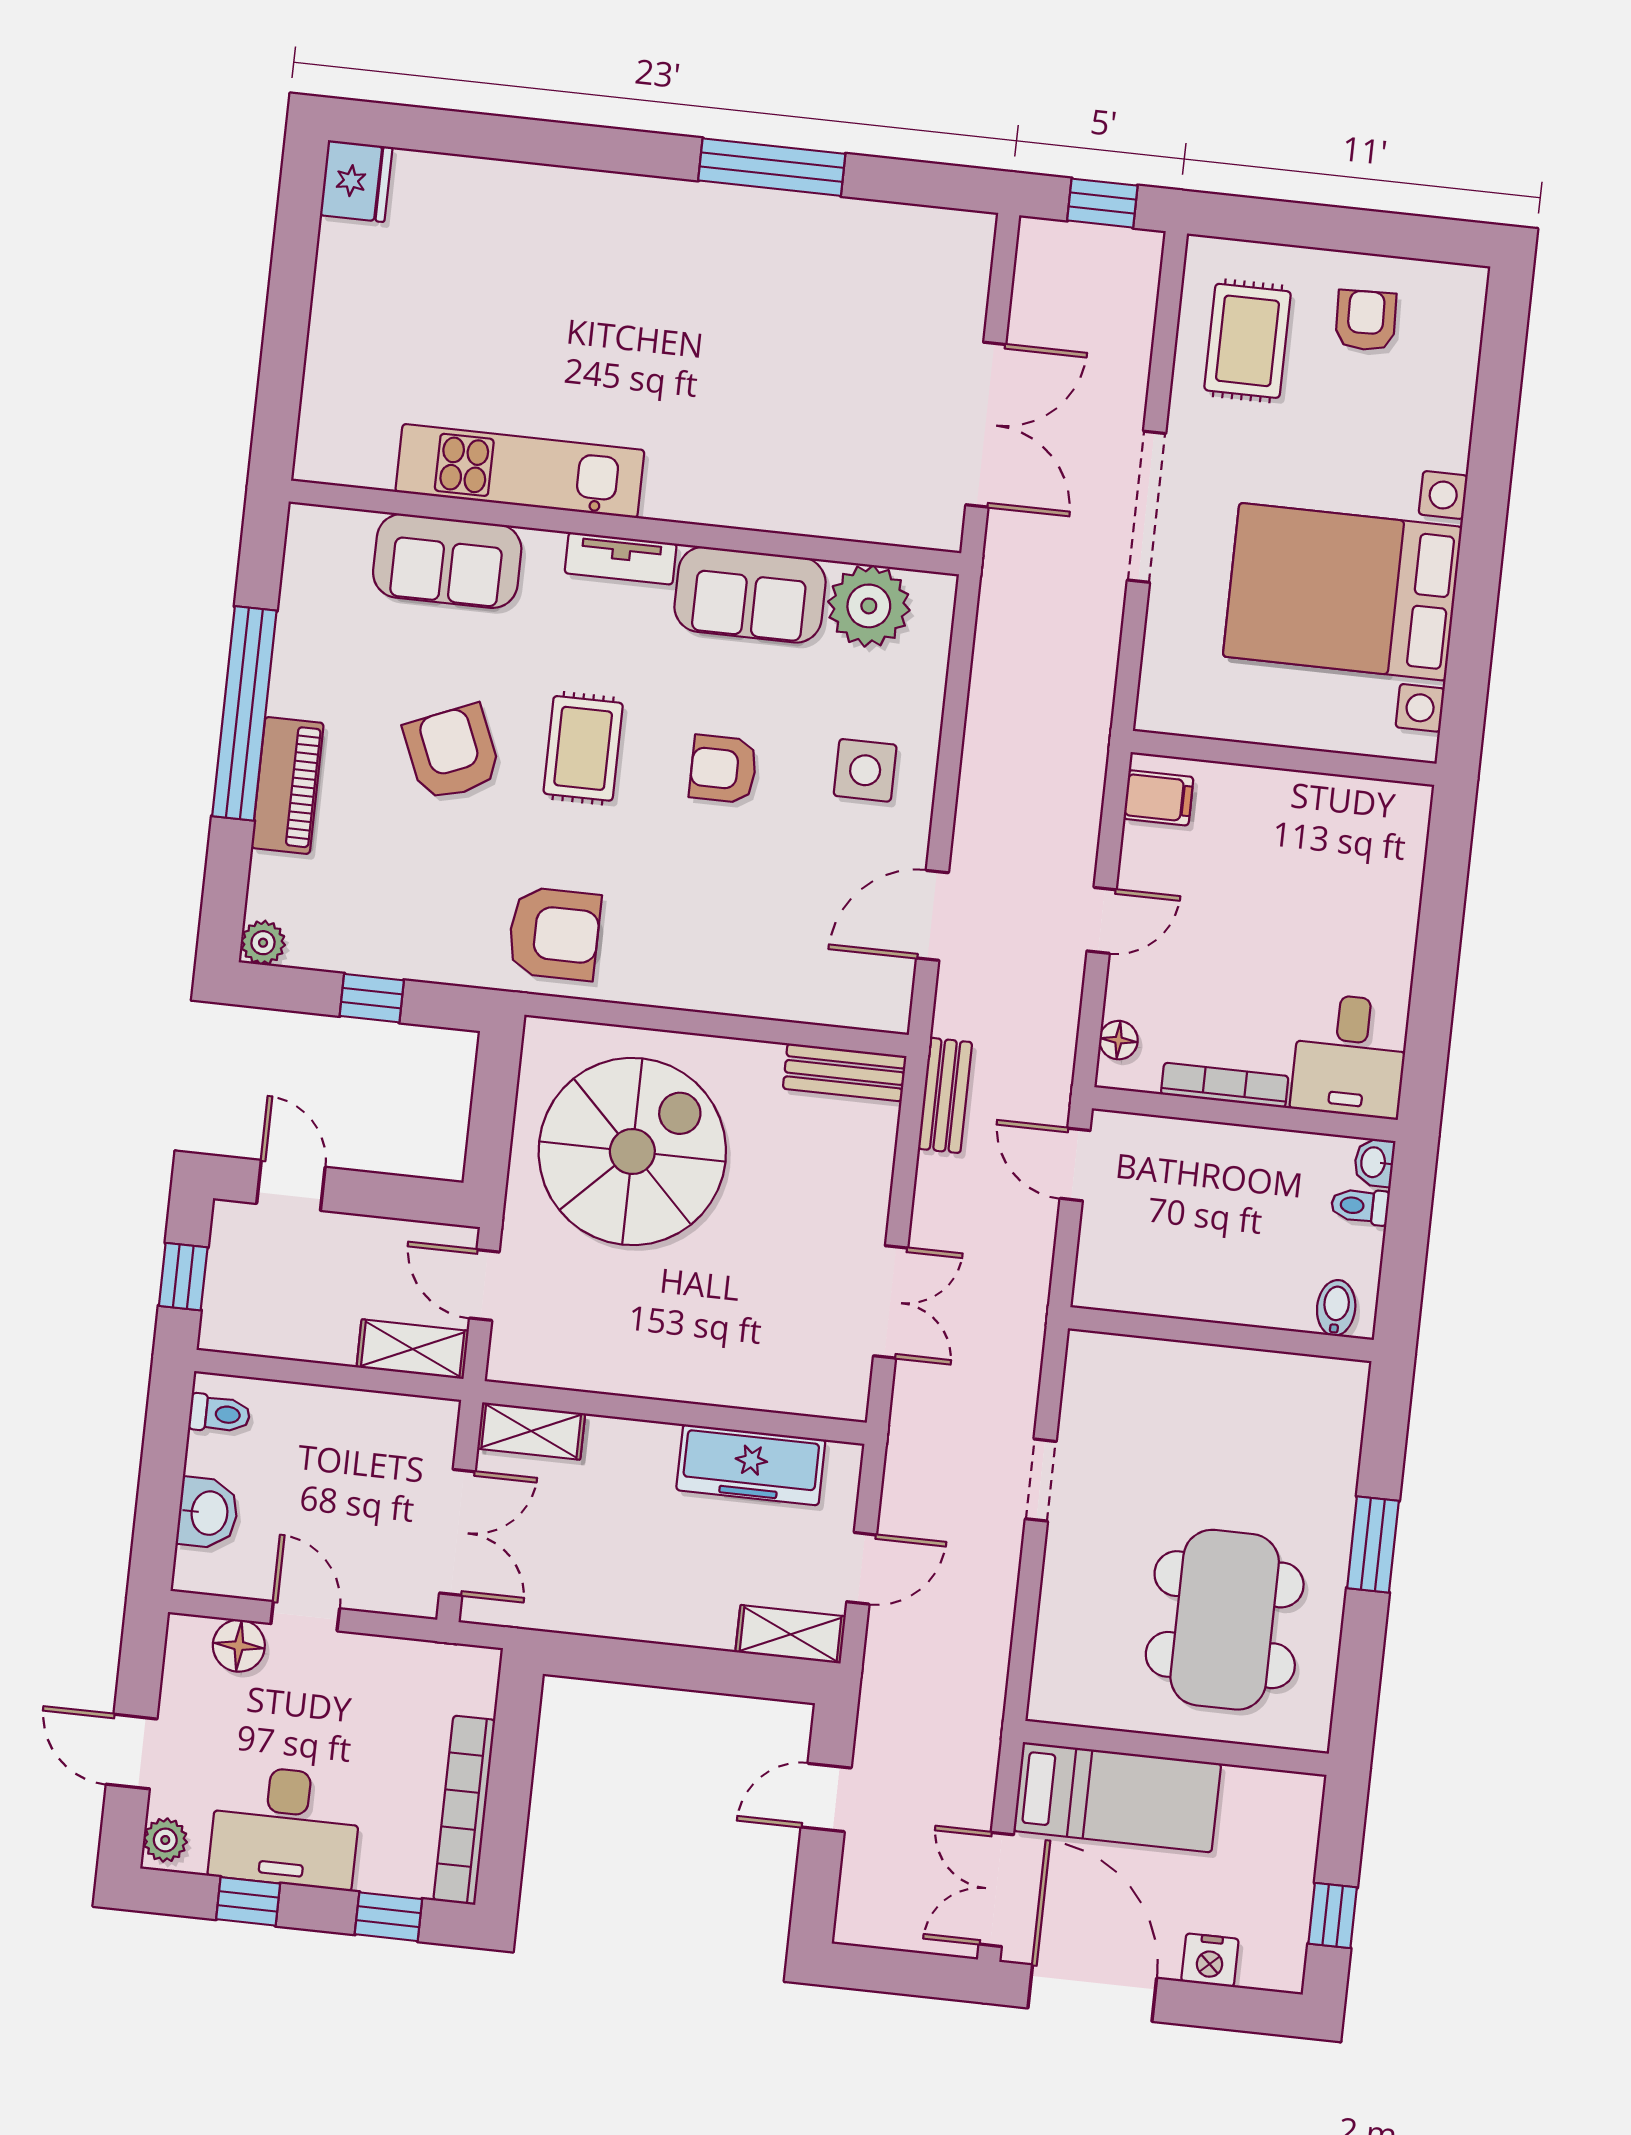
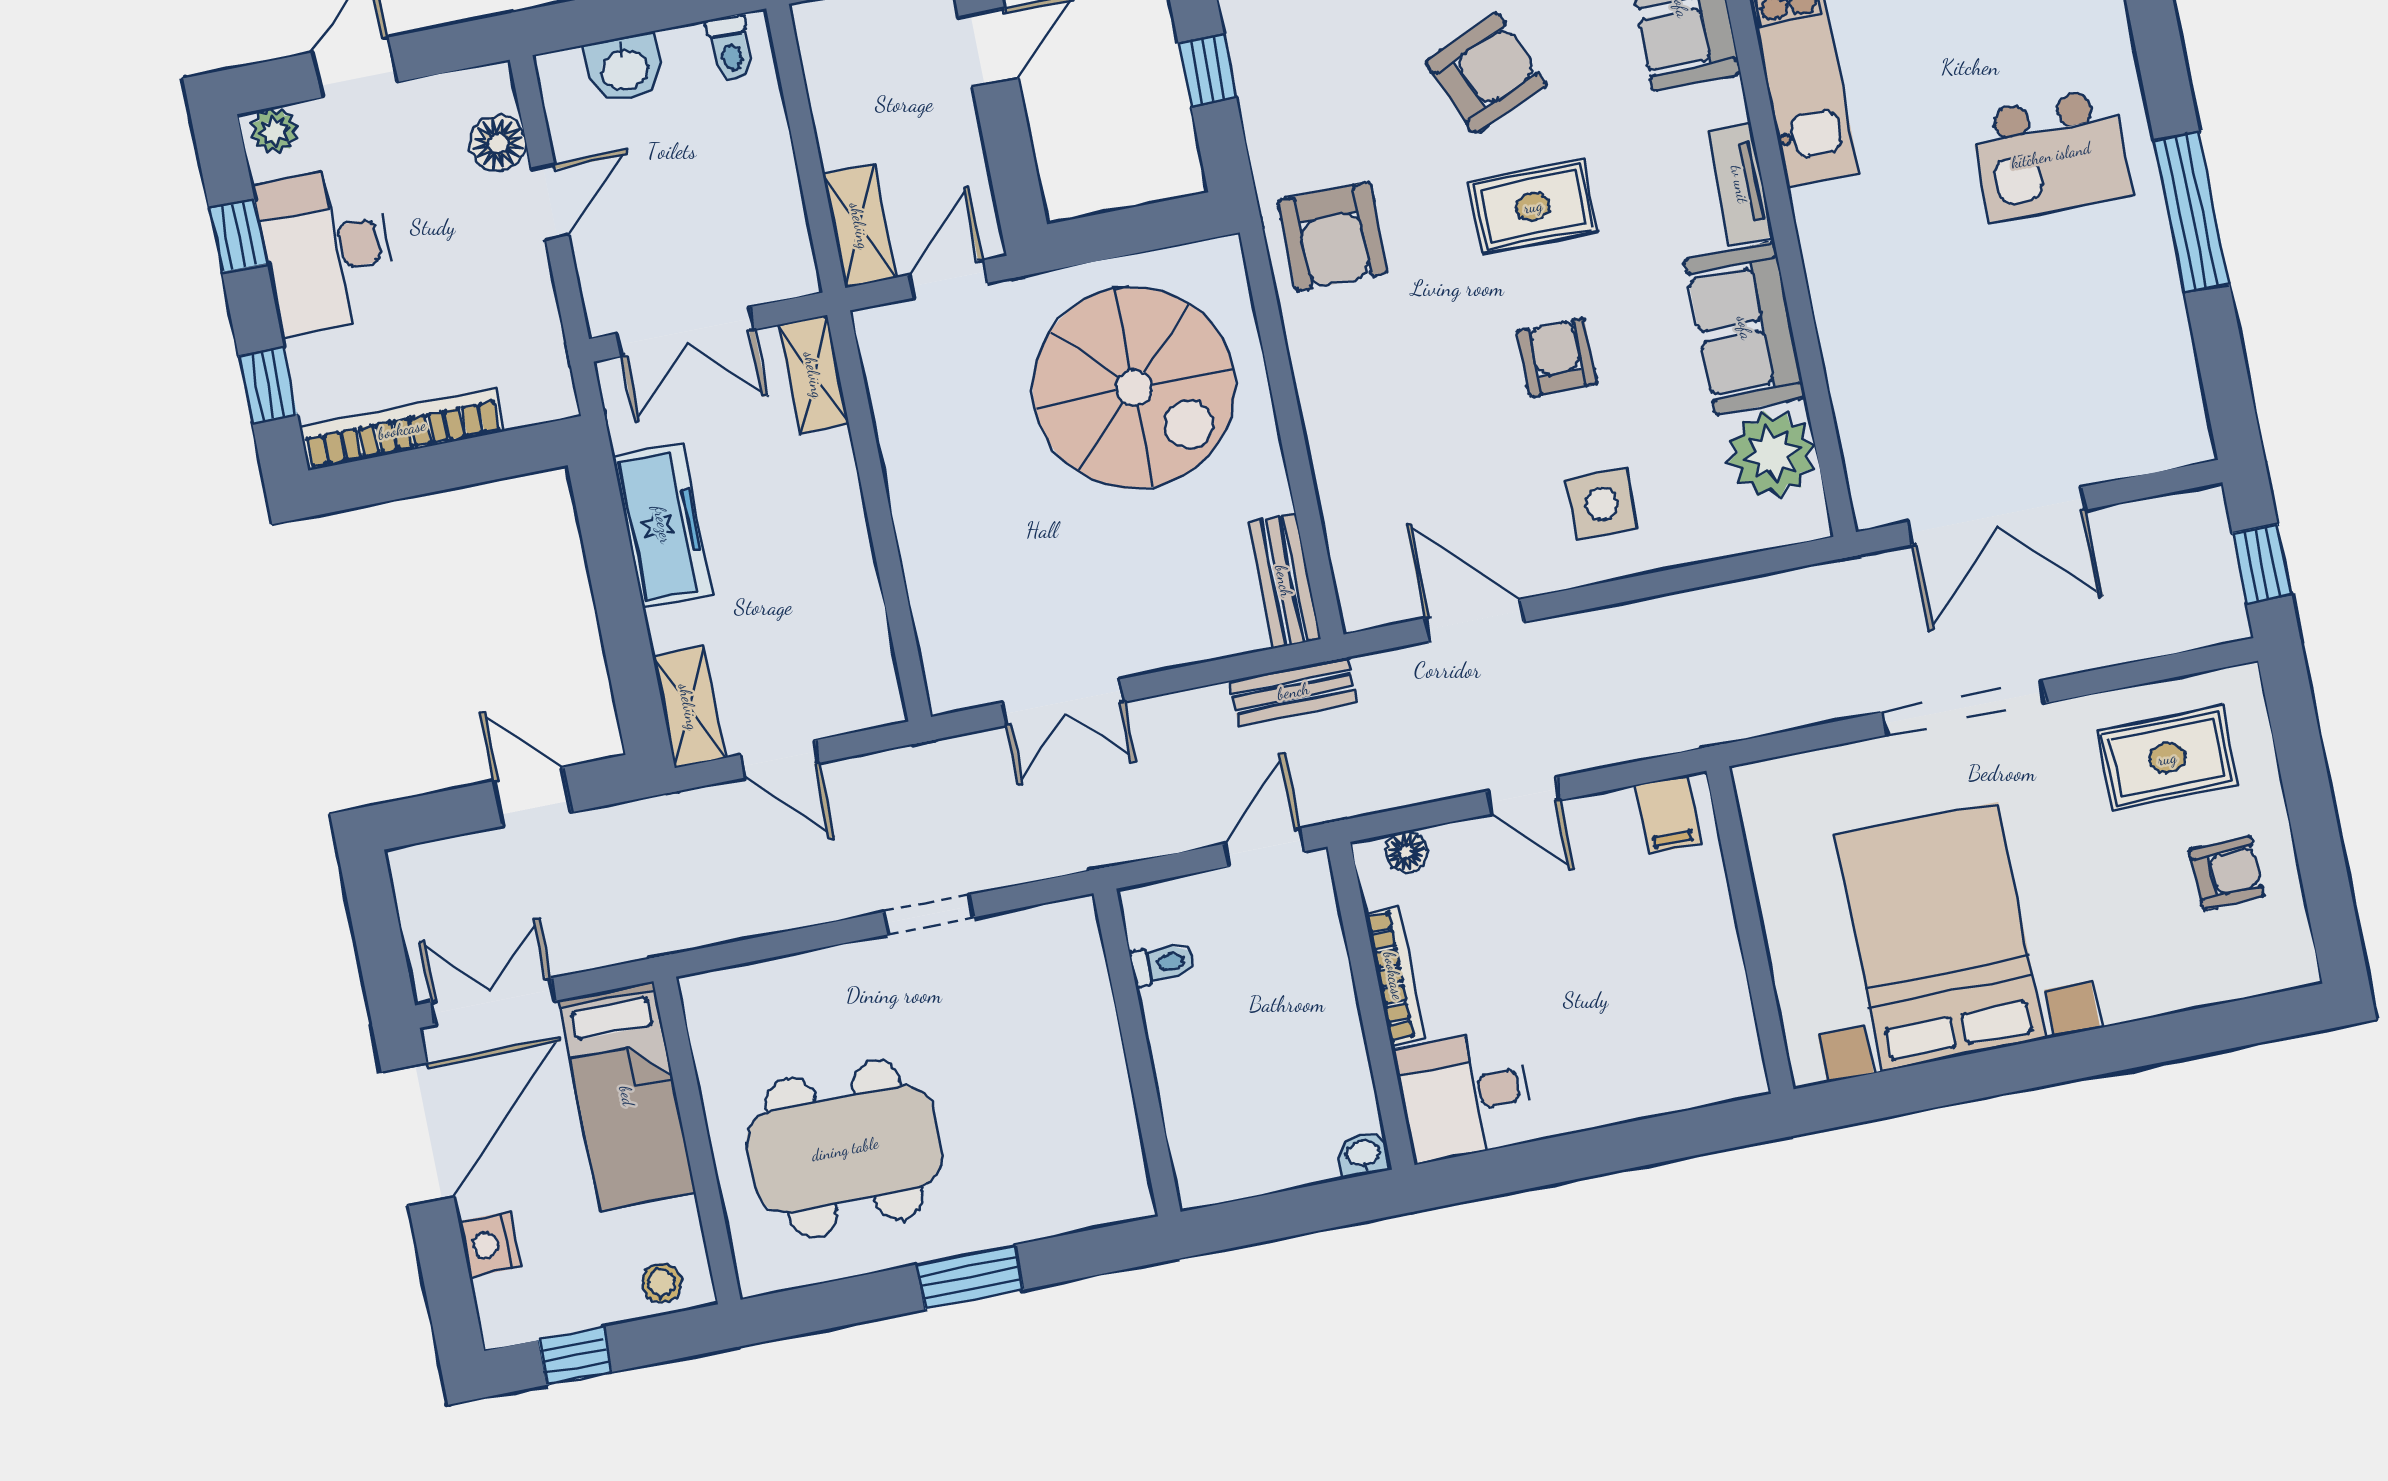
kitchen island: (682, 276) -> (2051, 155), added
toilet: (1360, 1206) -> (1162, 964), moved, turned 90
bidet: (1336, 1308) -> (1201, 1163), removed
freezer: (751, 1465) -> (663, 525), moved, turned 180
stool: (1292, 1819) -> (662, 1283), added

